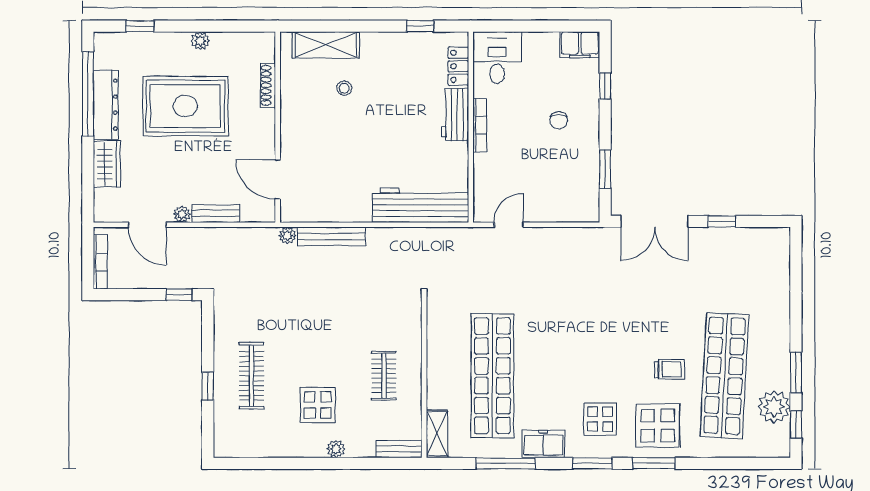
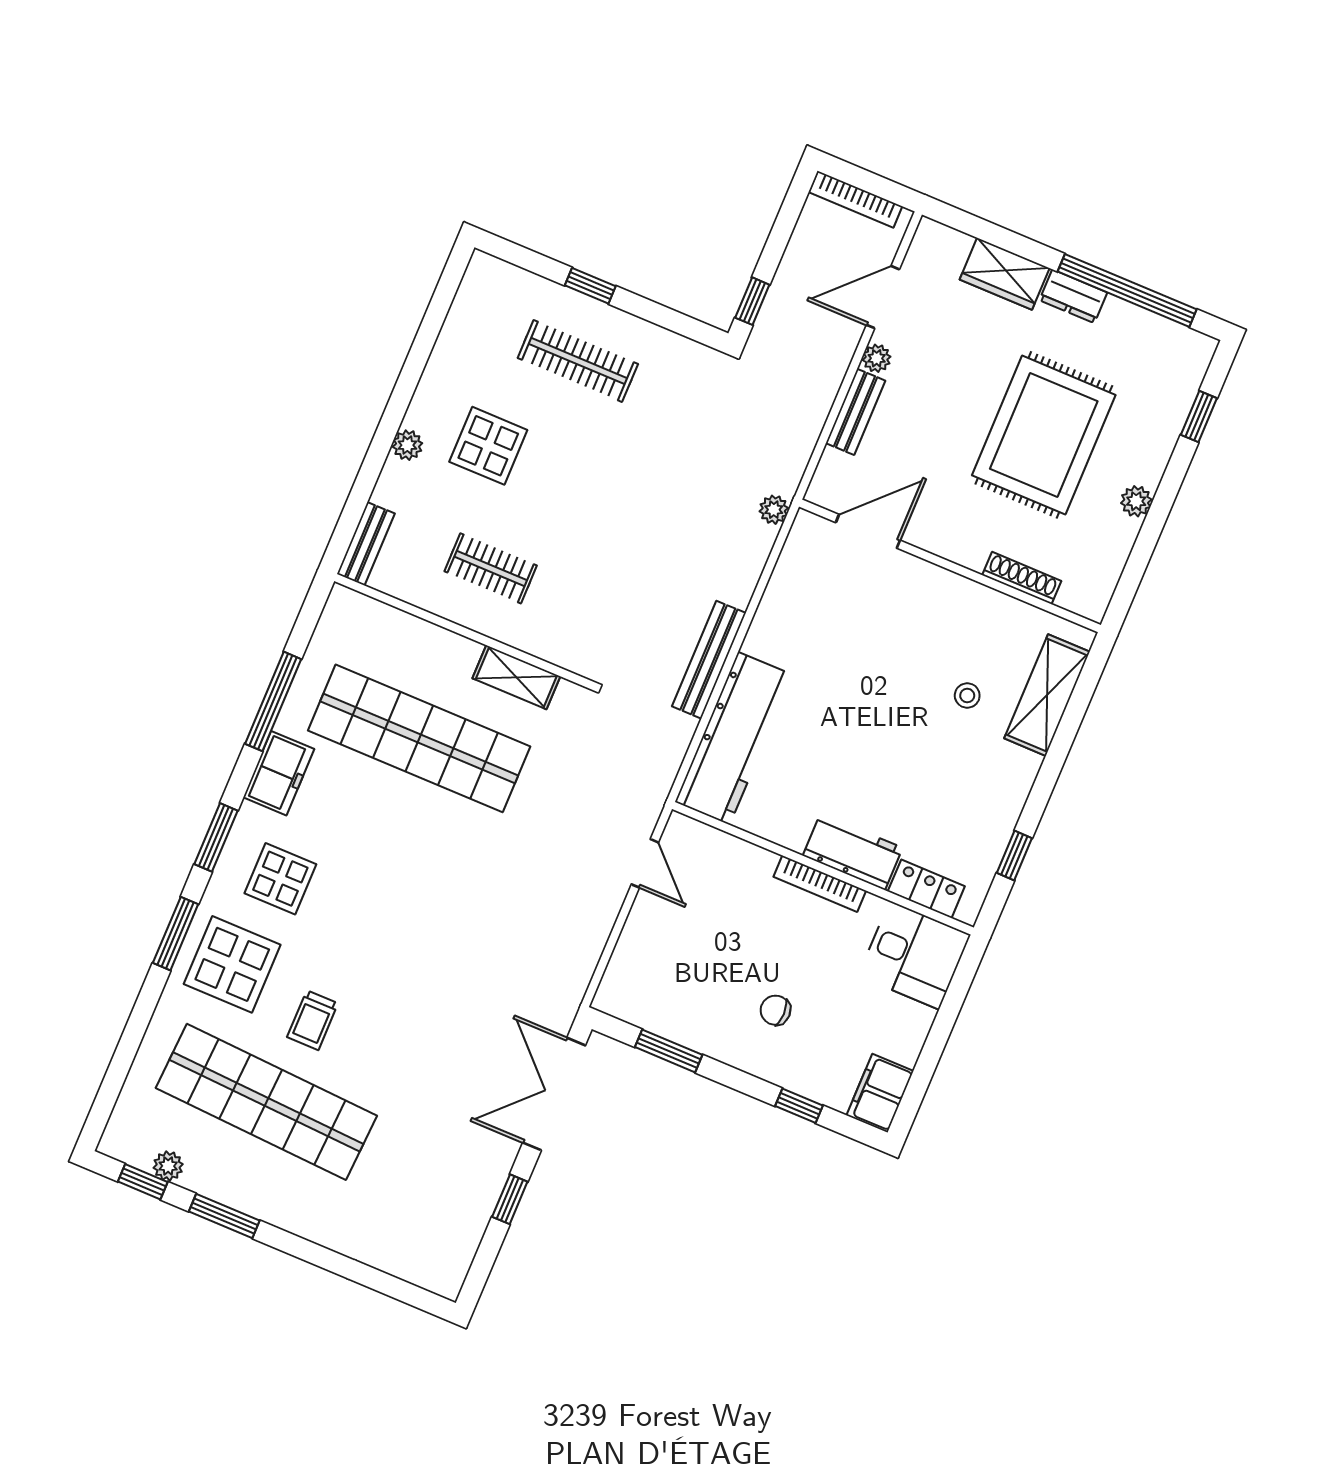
dresser: (106, 105) -> (1073, 296), width x0.51, depth x0.80
bench: (331, 236) -> (709, 660), moved
plant: (774, 407) -> (168, 1166), width x0.53, depth x0.53
shelving: (437, 434) -> (516, 677), moved

